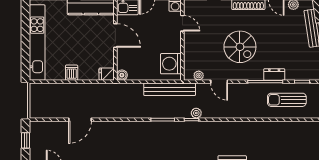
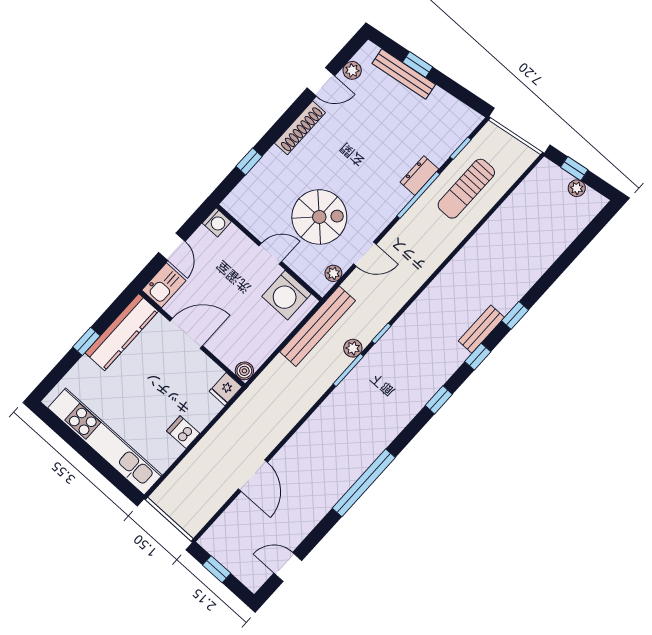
door: (182, 23) -> (270, 254), moved
spiral stairs: (240, 47) -> (319, 217), moved
plant: (196, 113) -> (353, 348), moved

